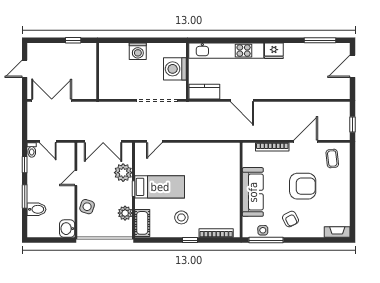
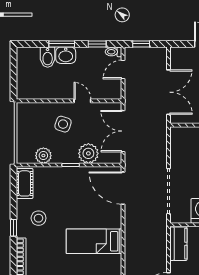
double door: (52, 100) -> (169, 92), moved
window: (25, 125) -> (141, 44), added
door: (154, 141) -> (123, 188), width x1.88
bed: (160, 187) -> (94, 241), moved, turned 90
side table: (87, 207) -> (63, 124), moved
cot: (142, 223) -> (25, 183), moved, turned 90
washbasin: (67, 229) -> (66, 55), moved, turned 180

